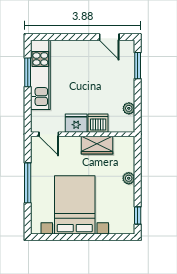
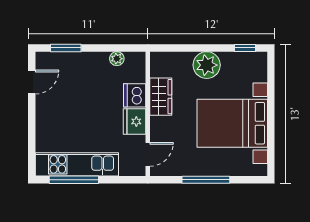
window: (28, 72) -> (74, 180), width x1.44
plant: (129, 178) -> (207, 65), width x1.87, depth x1.87

